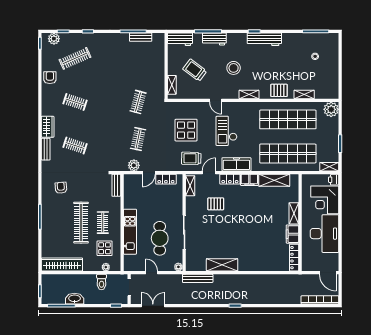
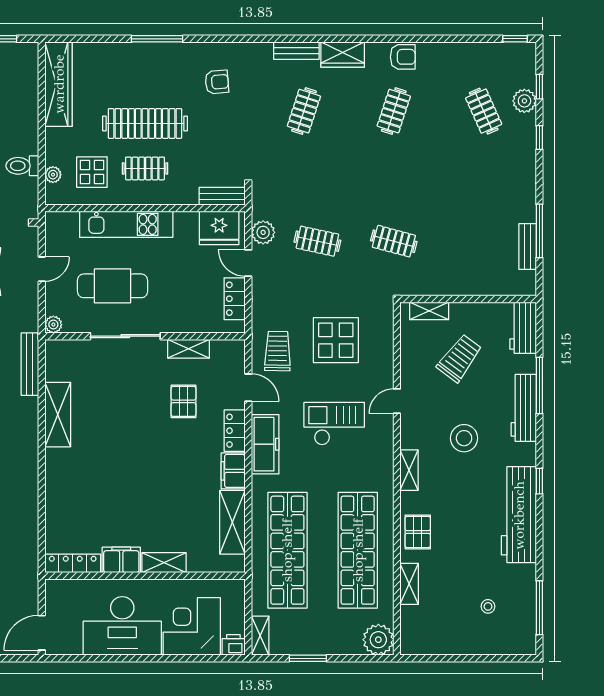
plant: (54, 39) -> (524, 101), moved
workbench: (214, 39) -> (524, 408), width x1.38
workbench: (264, 39) -> (519, 515), width x1.36, depth x1.32
clothes rail: (75, 58) -> (484, 111), width x0.73
armchair: (50, 78) -> (403, 57), moved
shelving: (190, 186) -> (188, 349), moved
fridge: (132, 187) -> (219, 228), added

